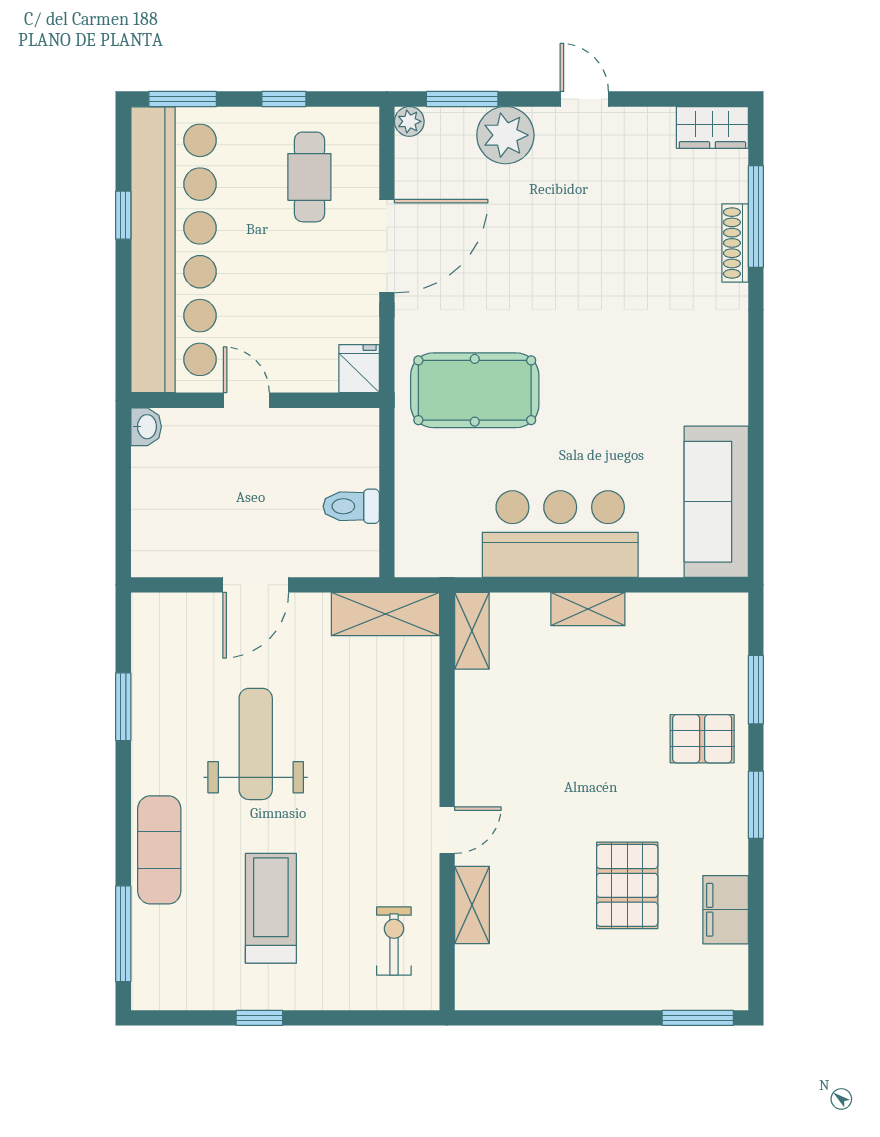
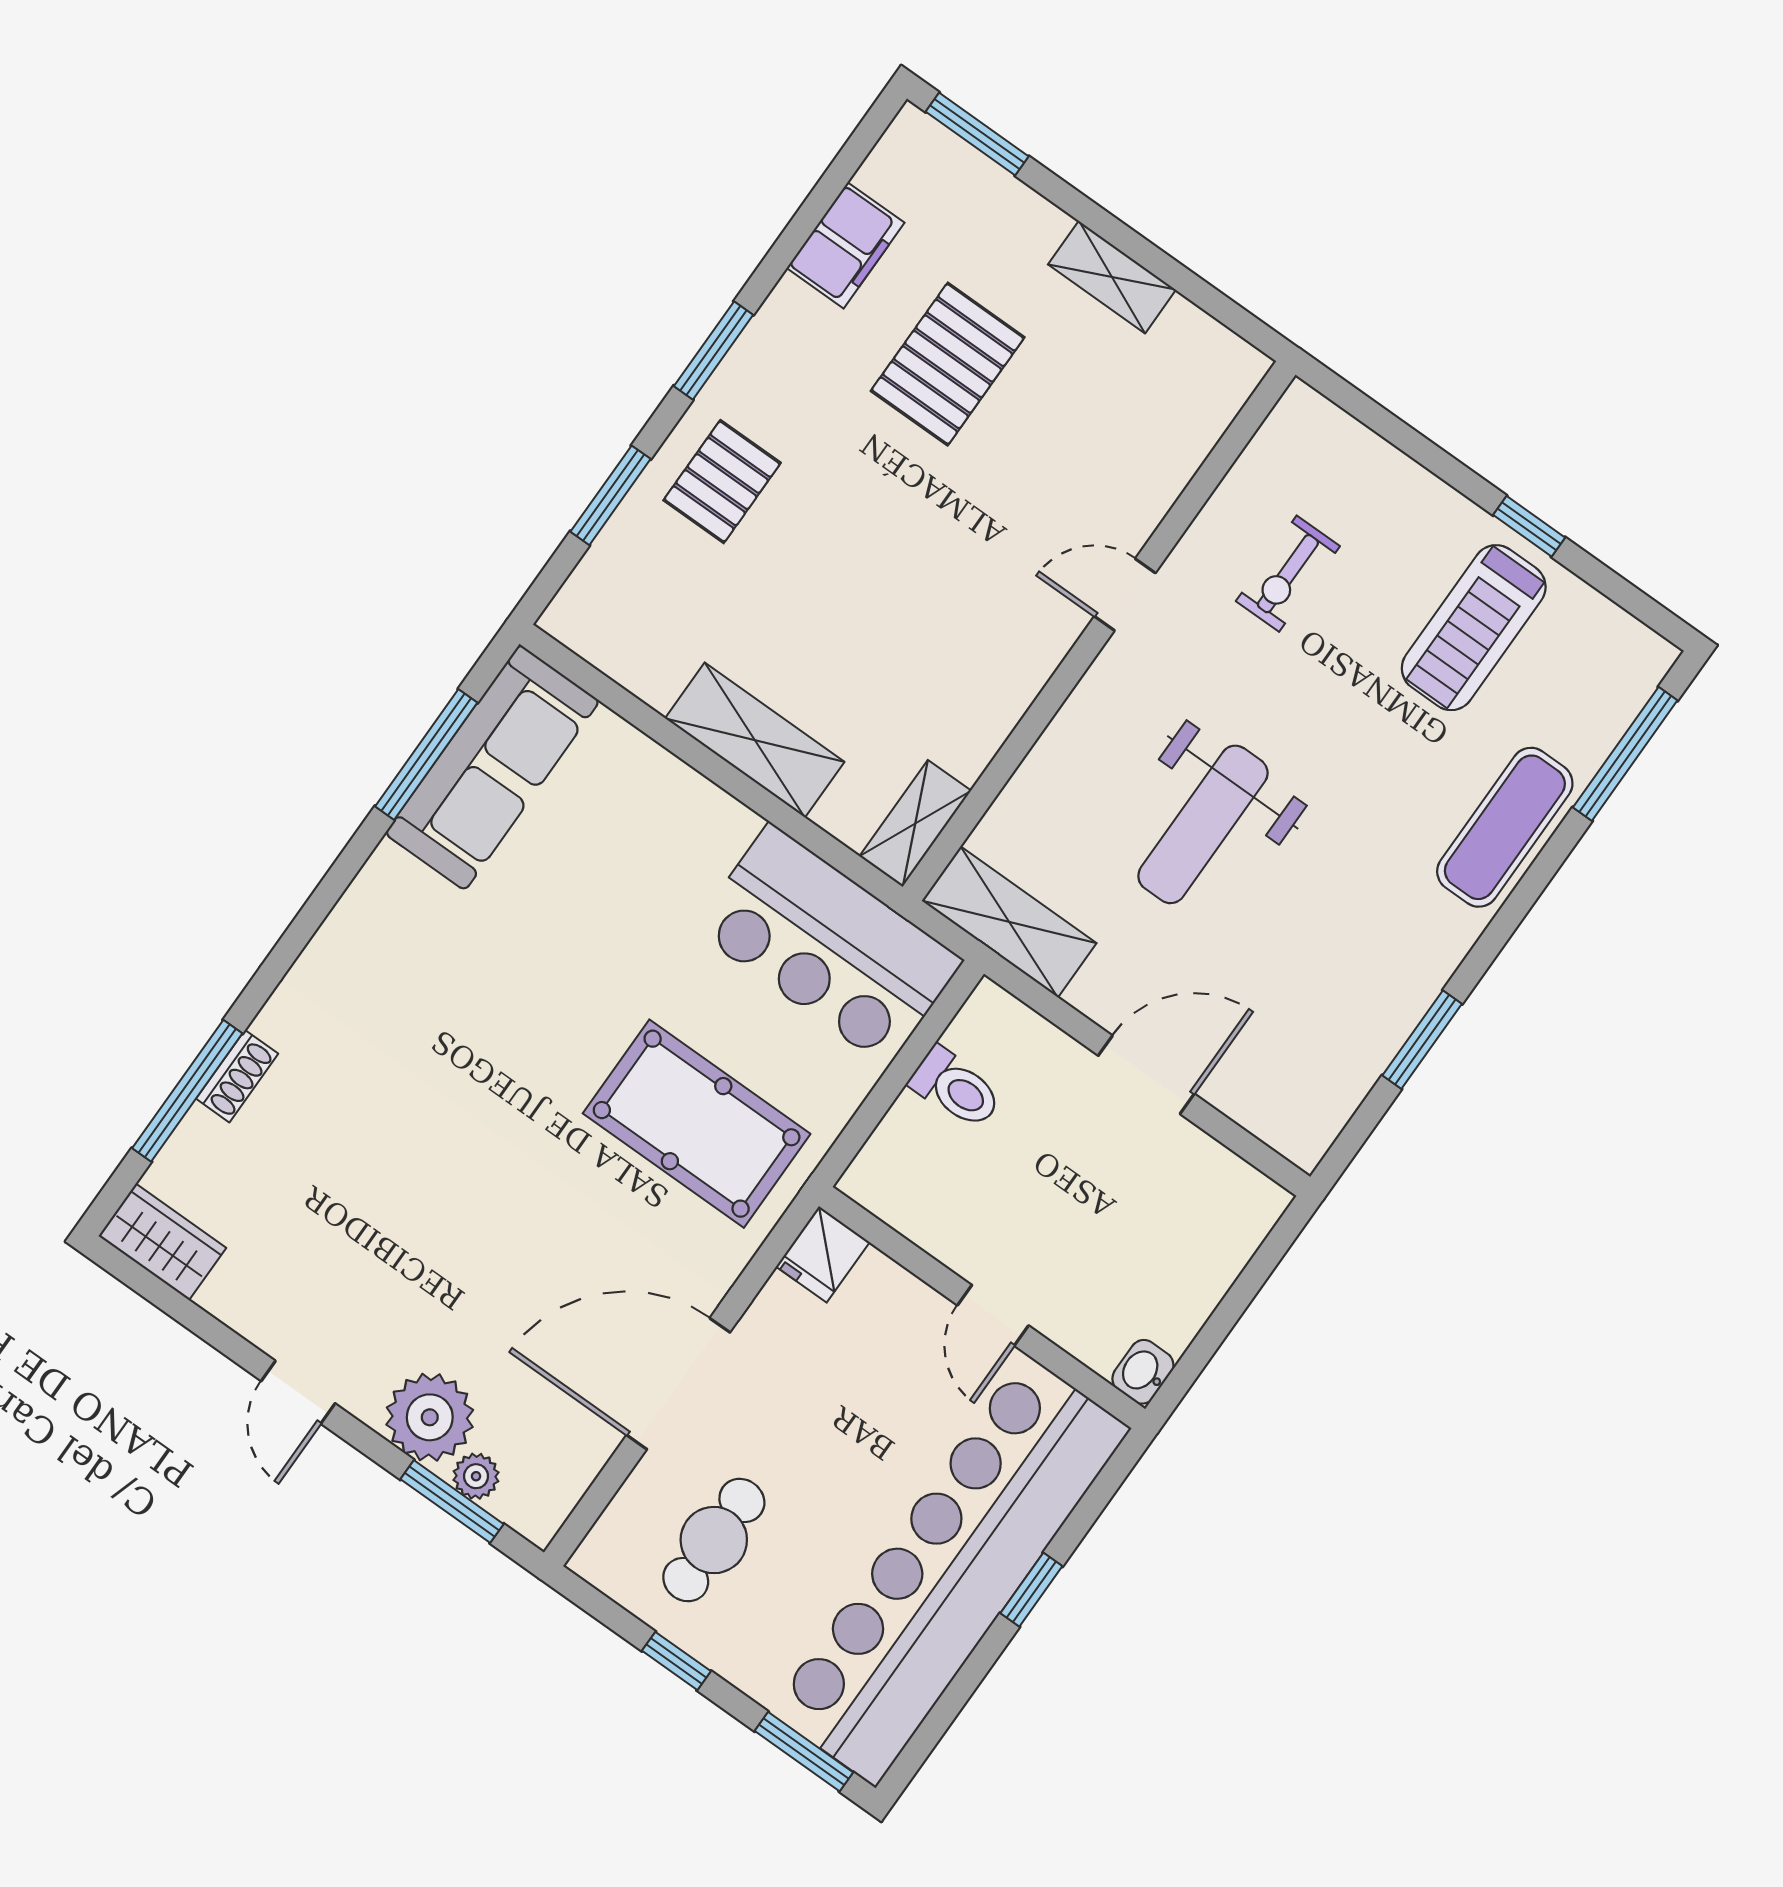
plant: (409, 121) -> (476, 1476), moved
window: (123, 215) -> (1031, 1590), moved
shoe rack: (735, 243) -> (237, 1076), width x0.70
window: (756, 484) -> (426, 754), added
bar counter: (560, 534) -> (828, 945), moved
shelving: (588, 609) -> (755, 740), width x1.50, depth x1.33
pallet: (702, 739) -> (722, 482), turned 90
weight bench: (256, 744) -> (1203, 824), moved
shelving: (472, 905) -> (1112, 277), moved, turned 90
treadmill: (271, 908) -> (1474, 628), moved
exercise bike: (394, 941) -> (1288, 574), moved

